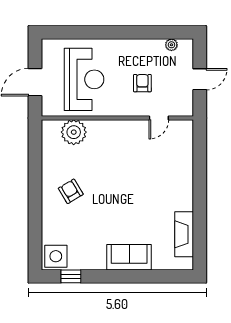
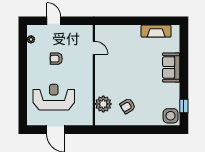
wall: (117, 118) -> (94, 75), moved
door: (159, 118) -> (94, 48), moved
plant: (74, 132) -> (103, 104), moved

